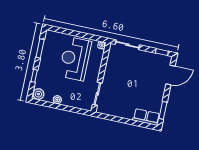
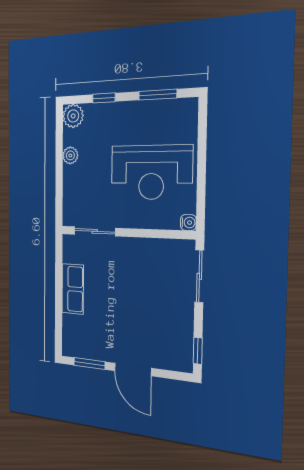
reception desk: (75, 59) -> (151, 172), turned 180
door: (170, 75) -> (133, 369), moved
row of seats: (146, 117) -> (73, 289), moved

